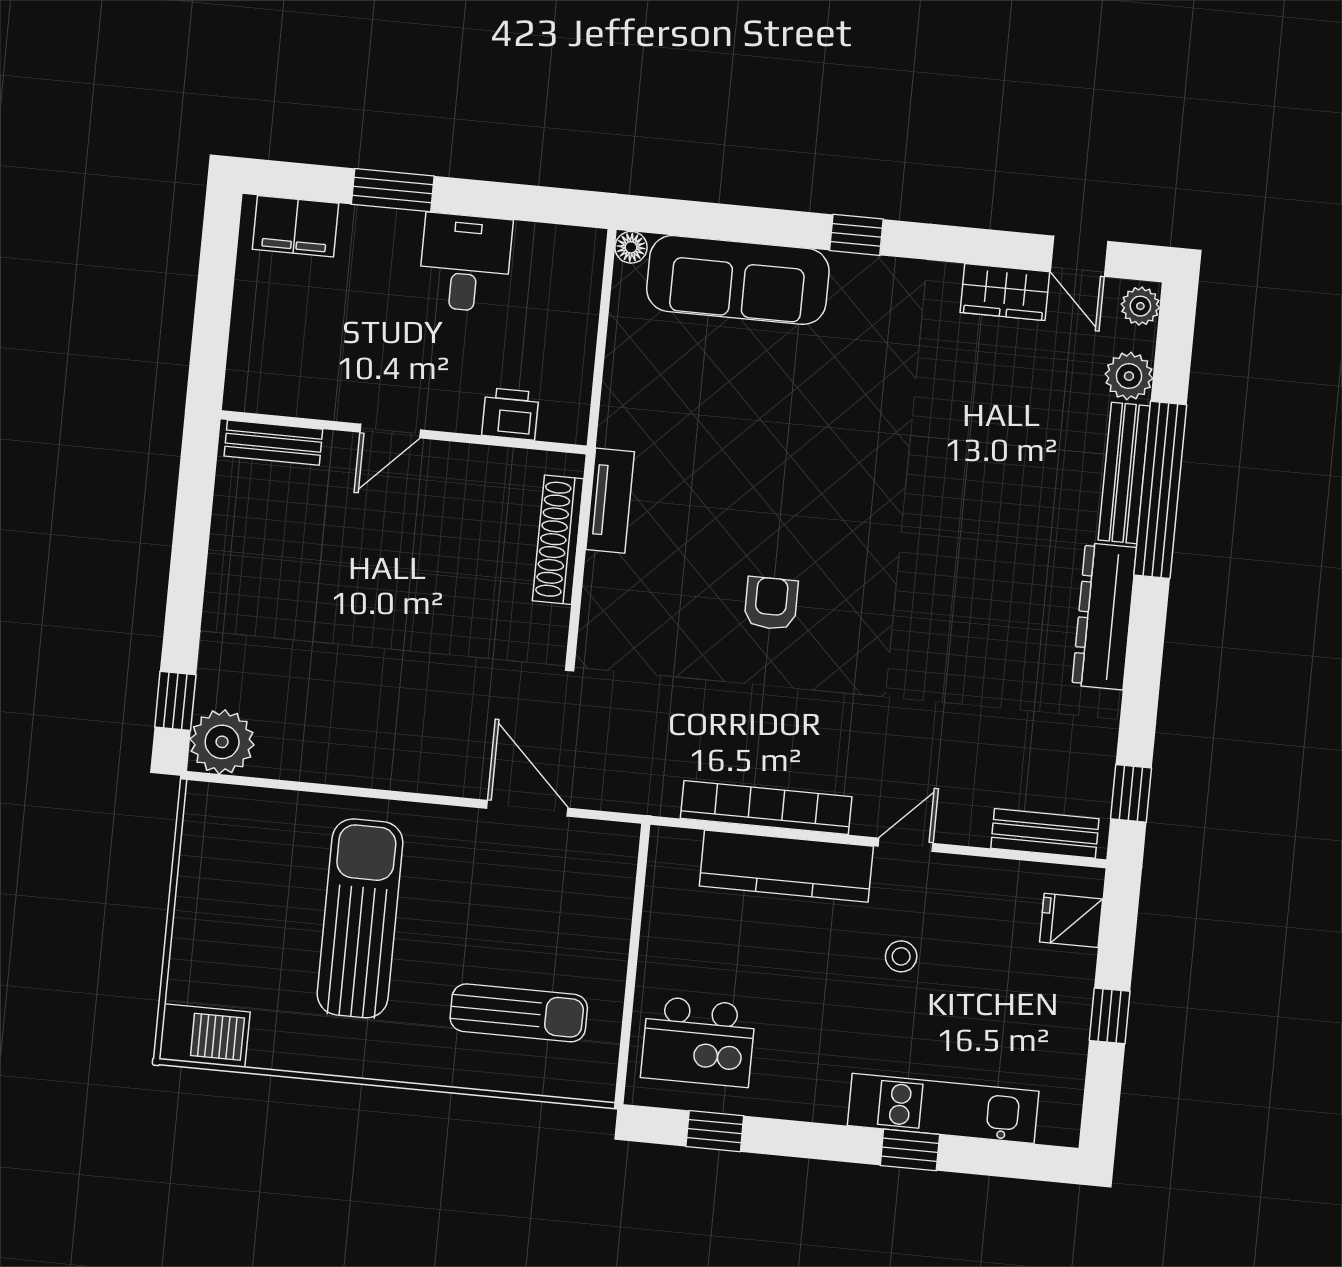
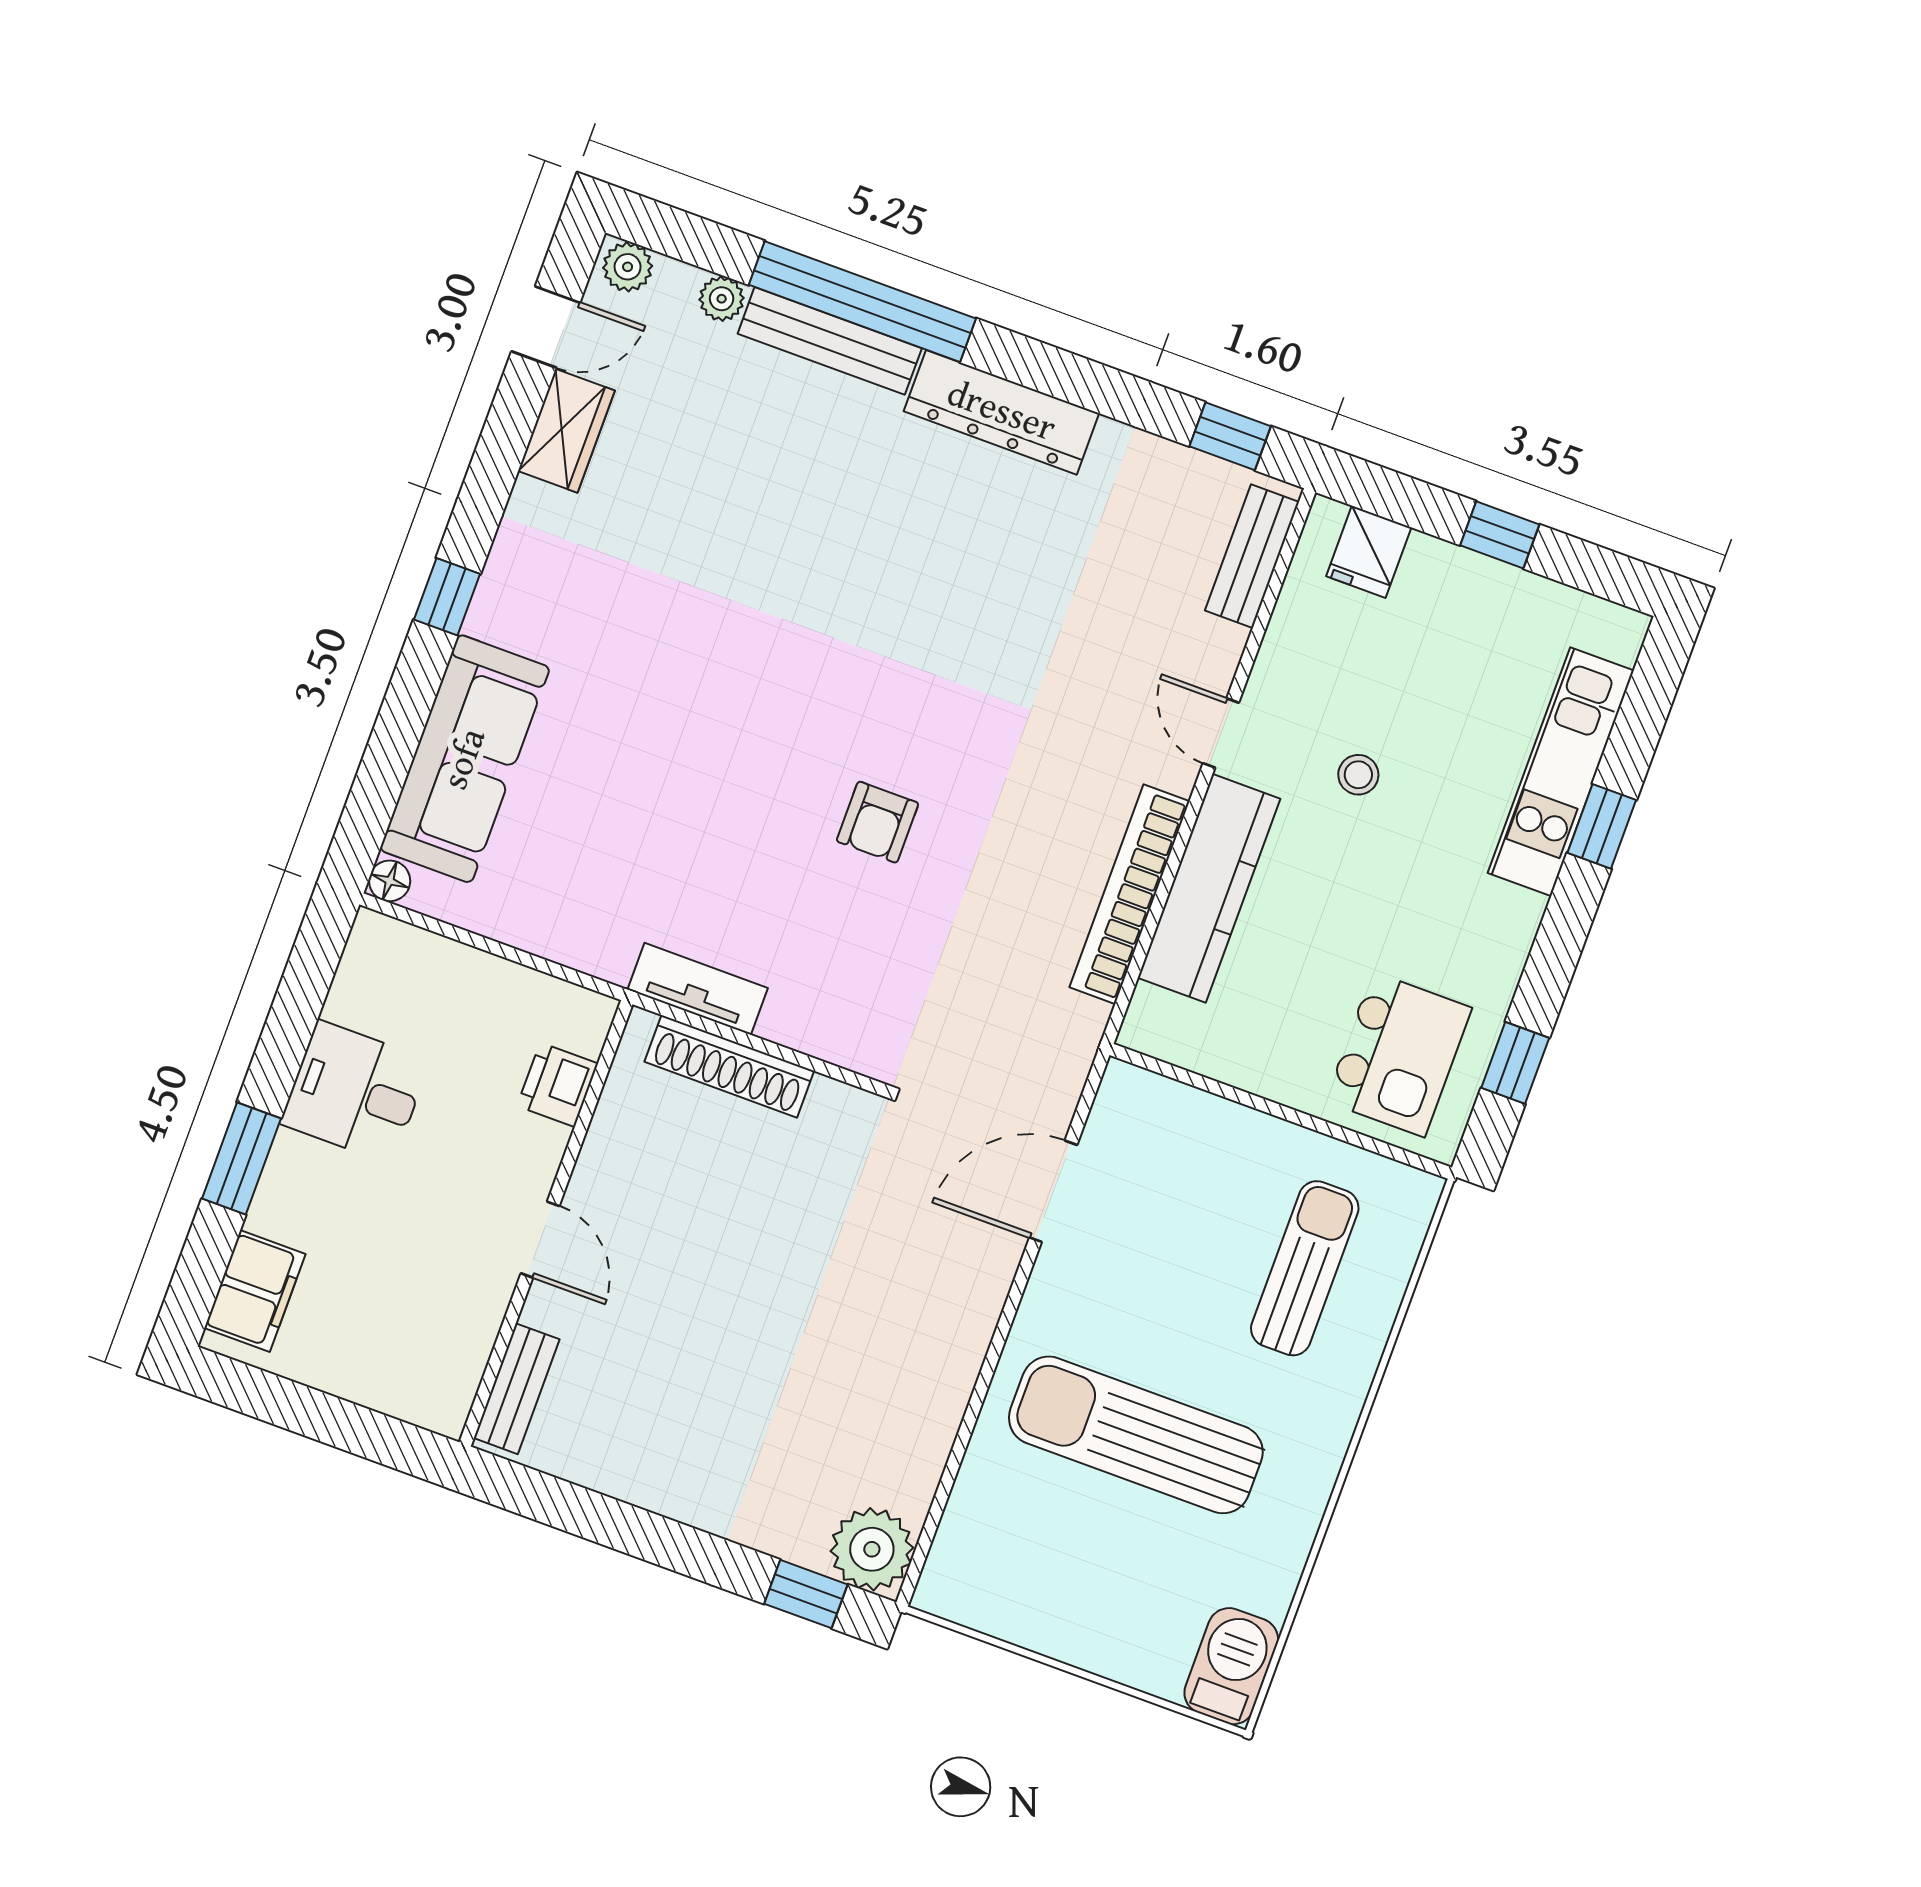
plant: (1129, 376) -> (722, 299), width x0.73, depth x0.73
armchair: (771, 603) -> (878, 822), turned -90

